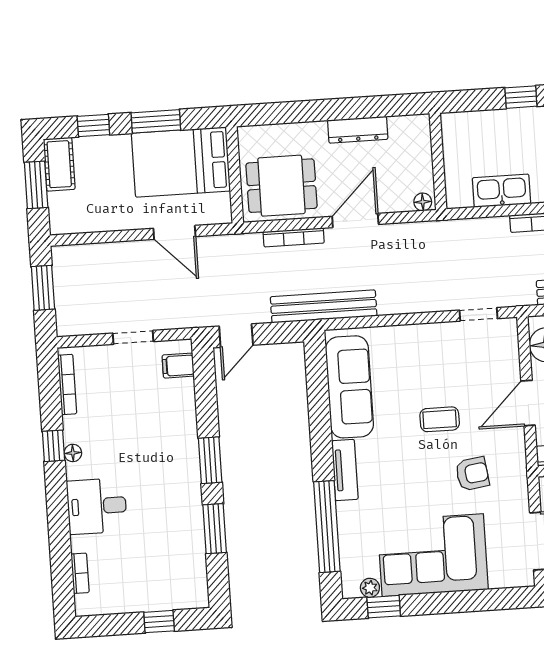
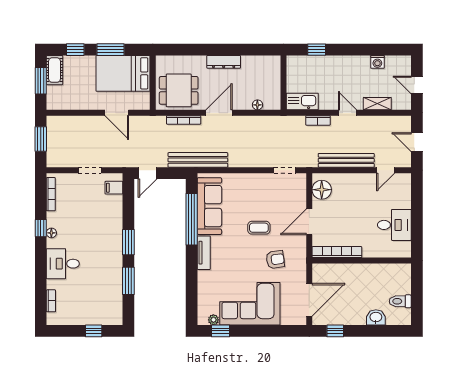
wall: (438, 161) -> (283, 83), moved
window: (327, 527) -> (192, 219), moved

